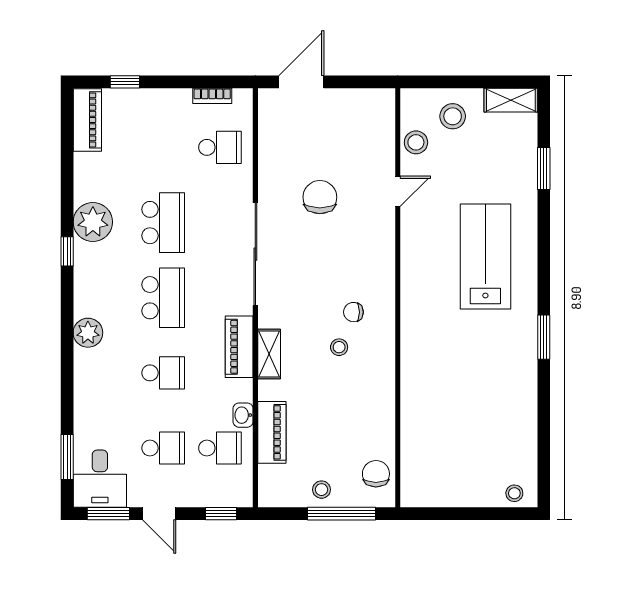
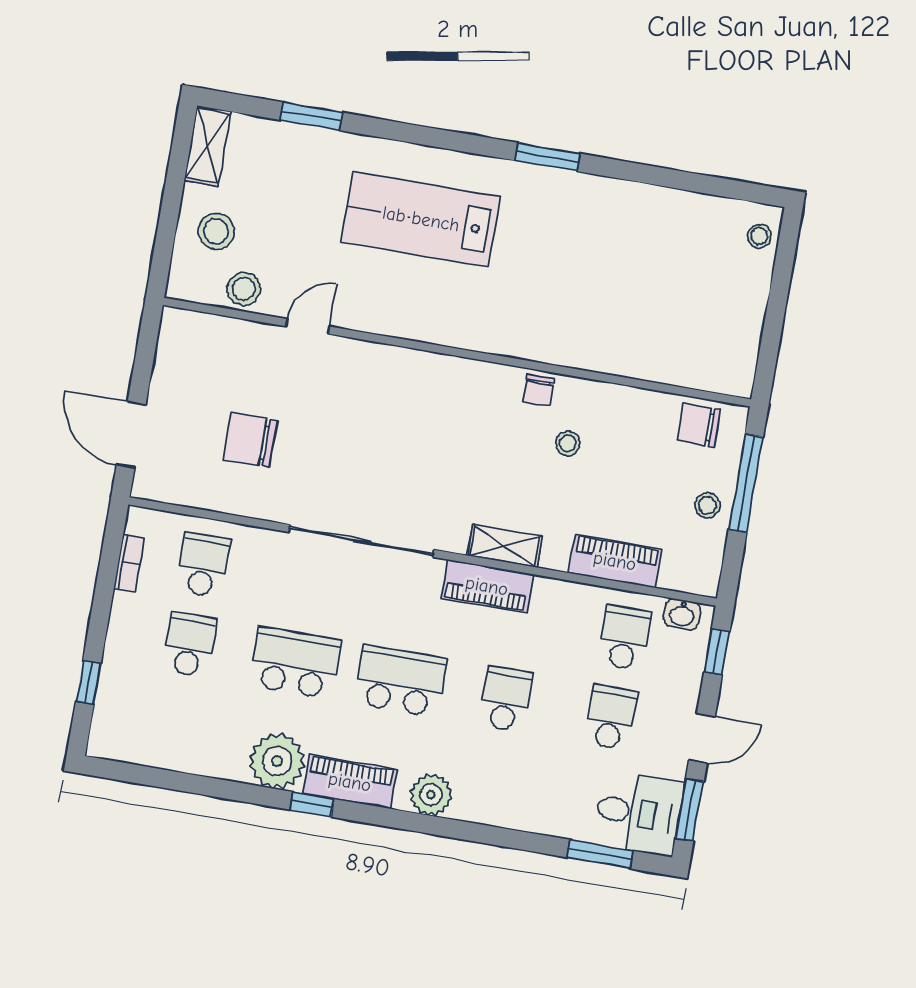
piano: (87, 120) -> (350, 782), moved
school desk: (163, 147) -> (190, 645), added
door: (398, 191) -> (308, 326), hinge flipped
chair: (320, 197) -> (250, 440), moved
chair: (353, 312) -> (539, 390), moved
stool: (339, 347) -> (568, 443), moved
washbasin: (243, 415) -> (682, 614), moved

